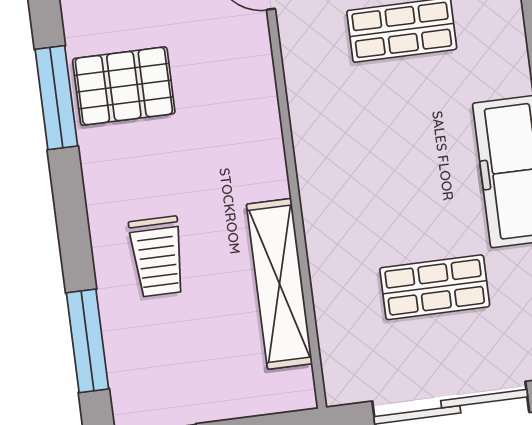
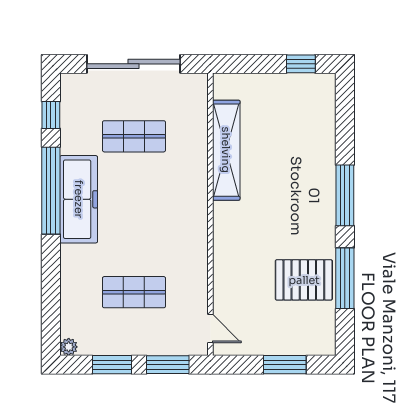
trolley: (157, 257) -> (297, 176), removed
window: (87, 341) -> (345, 195), moved

